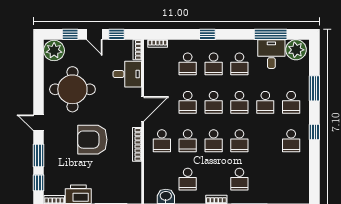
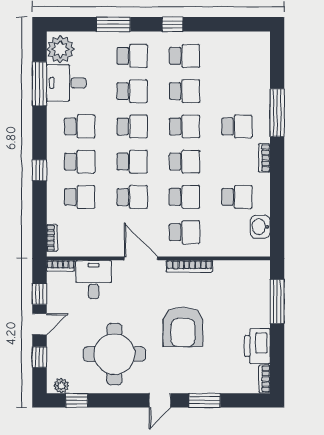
plant: (54, 50) -> (61, 386), width x0.53, depth x0.53
school desk: (265, 141) -> (184, 91), added
window: (38, 183) -> (77, 400), moved

